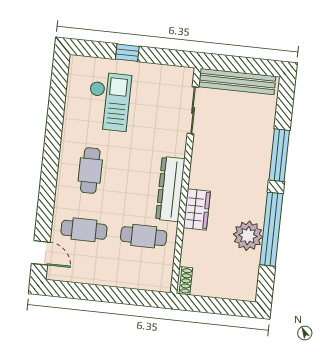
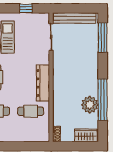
window: (127, 53) -> (26, 8), moved
window: (279, 155) -> (103, 38), moved
wardrobe: (197, 209) -> (86, 135), moved, turned -90

